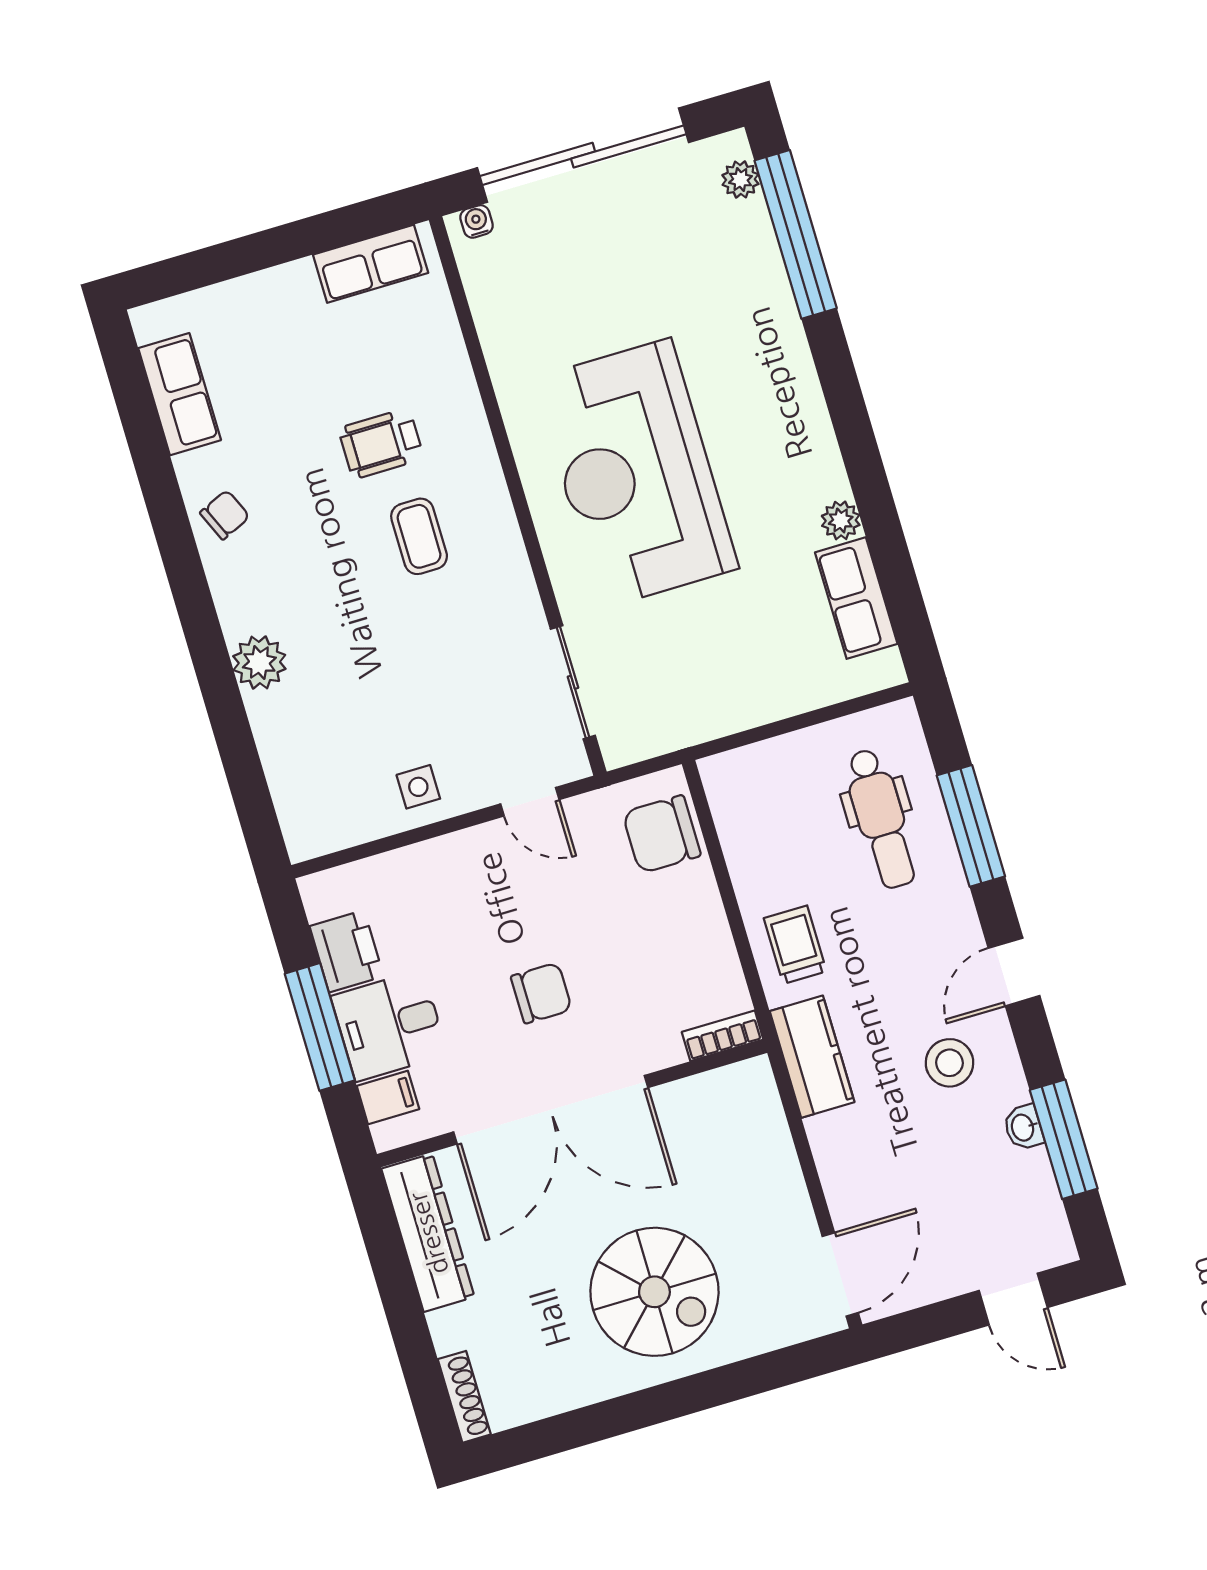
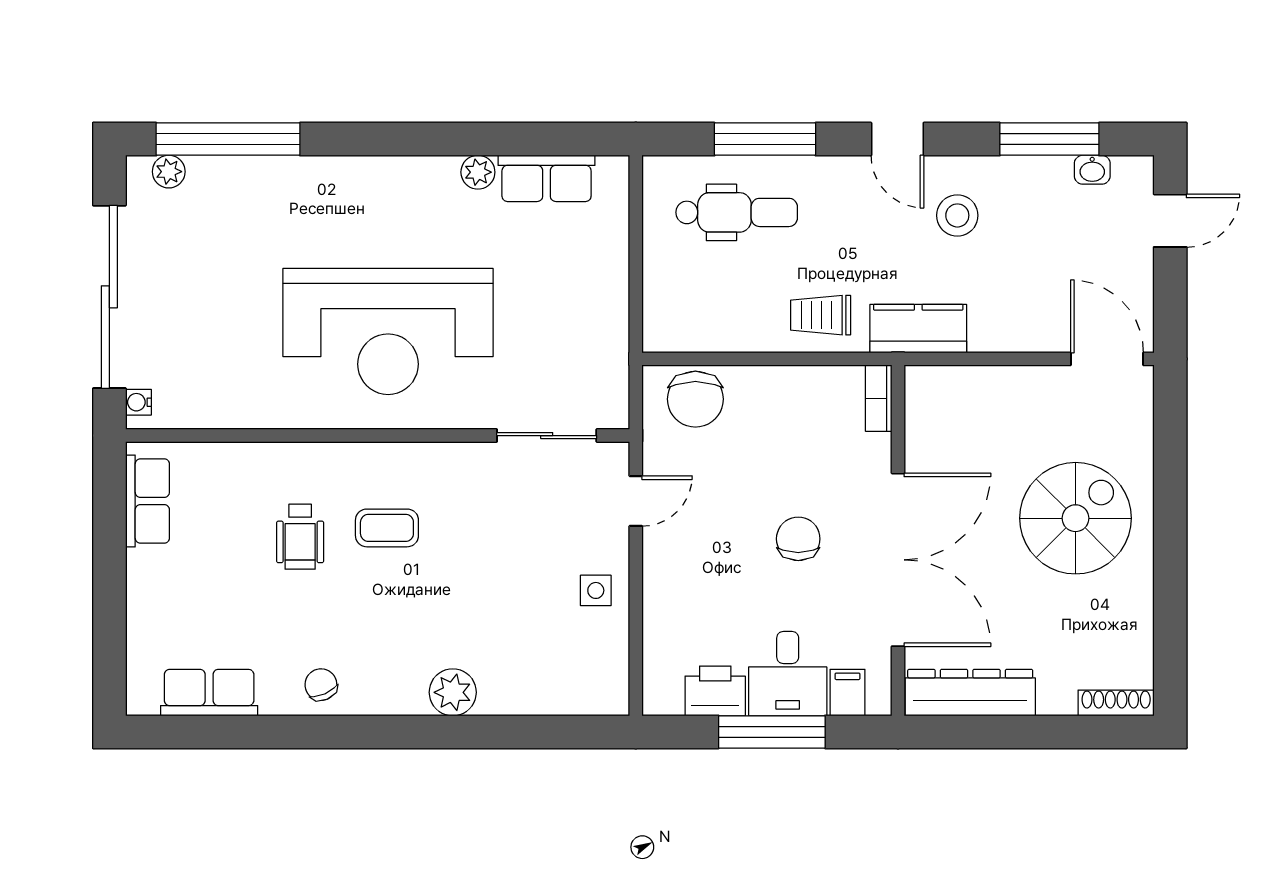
washbasin: (1023, 1127) -> (1092, 170), moved

